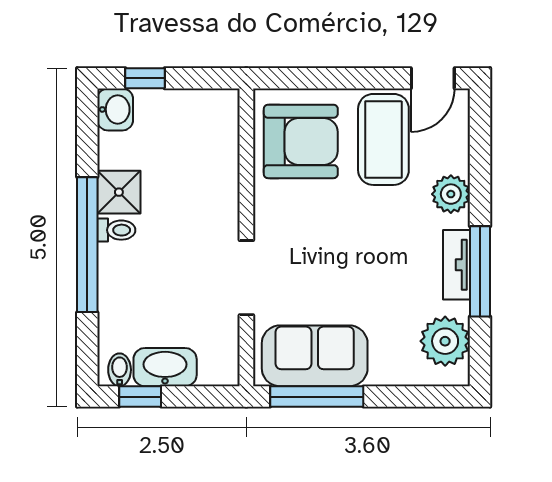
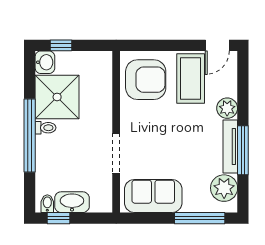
shower: (119, 192) -> (57, 97), width x1.86, depth x1.86
tv unit: (457, 265) -> (230, 147), width x1.41
window: (317, 397) -> (200, 218), moved

